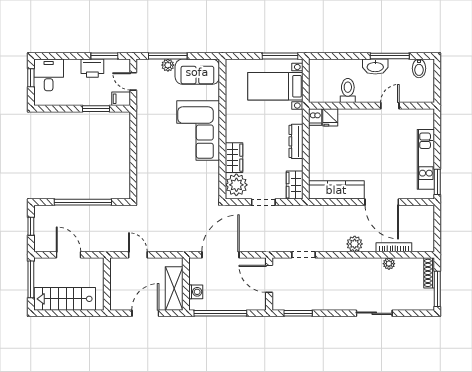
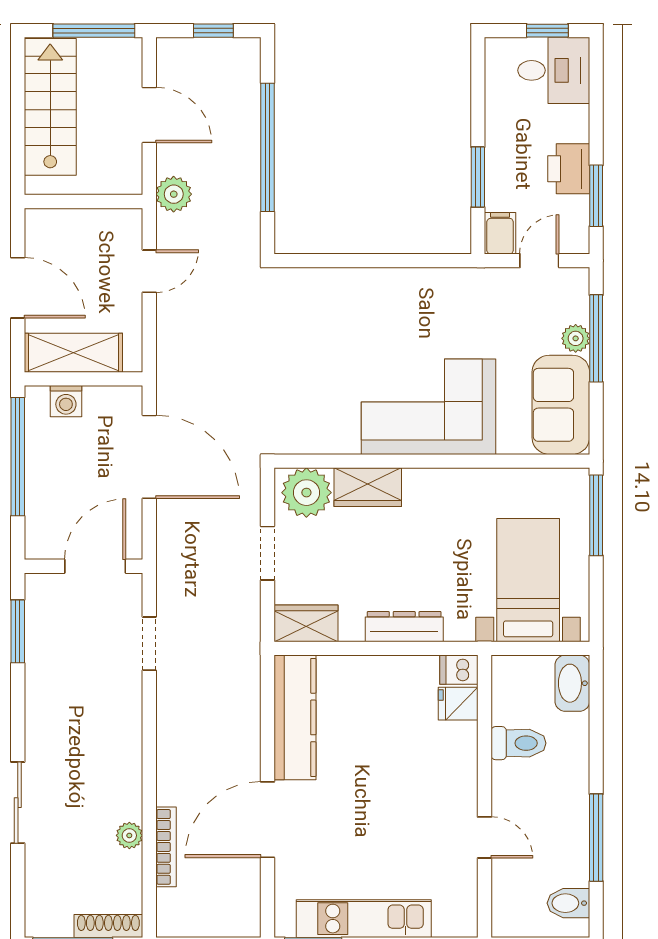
window: (280, 56) -> (596, 515), moved
washbasin: (375, 67) -> (572, 683), moved
plant: (355, 244) -> (174, 194), moved
door: (68, 255) -> (149, 115), hinge flipped

